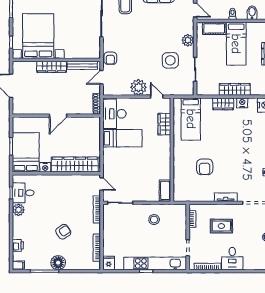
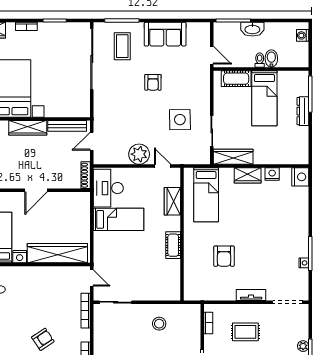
bidet: (252, 13) -> (271, 59), moved
plant: (188, 40) -> (202, 94), removed
armchair: (110, 58) -> (153, 82), moved
wardrobe: (235, 89) -> (233, 157), moved
cot: (165, 190) -> (173, 245), moved

